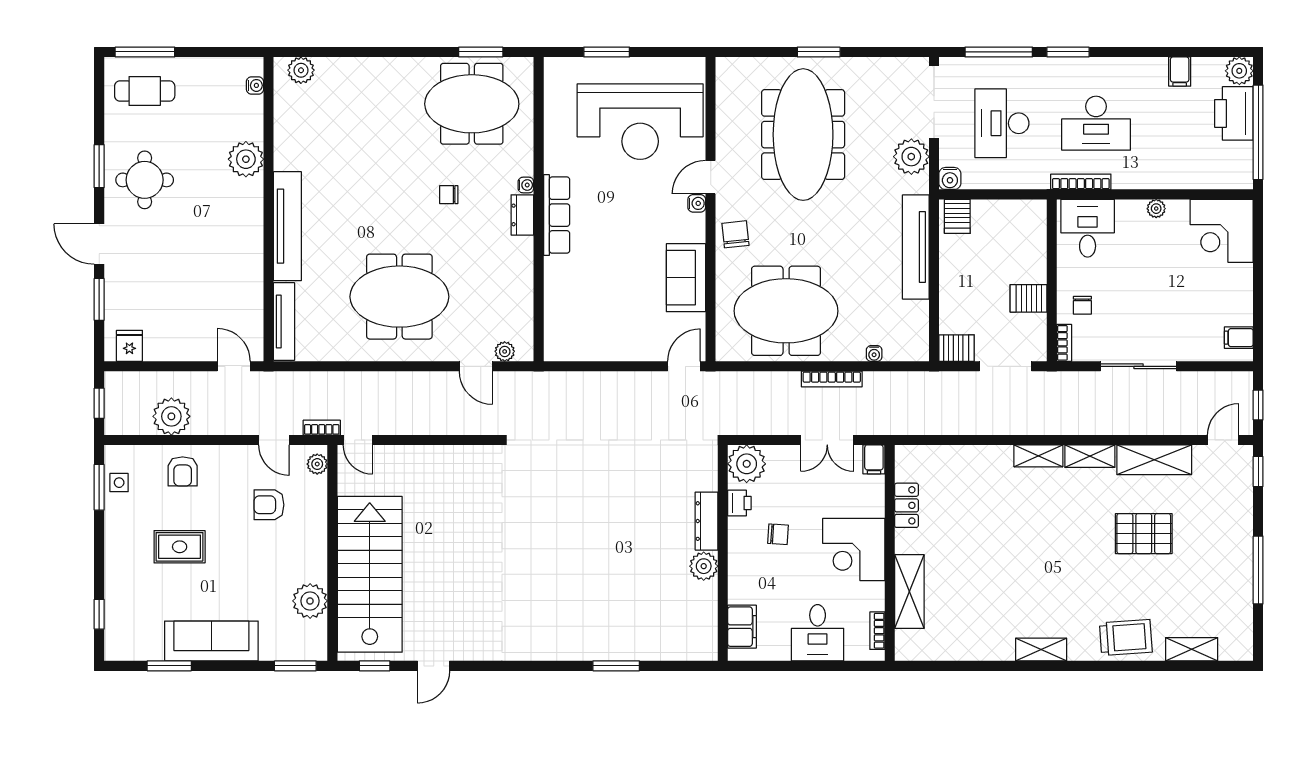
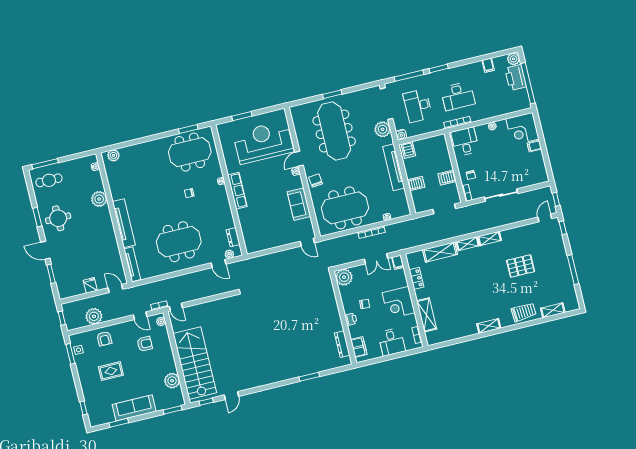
reception desk: (640, 122) -> (263, 142), turned 180
dresser: (522, 215) -> (233, 237), moved
filing cabinet: (1239, 338) -> (534, 146), moved
fridge: (129, 346) -> (90, 285), moved
server rack: (957, 348) -> (416, 184), moved
door: (684, 366) -> (307, 242), swing flipped
shelving: (1154, 460) -> (440, 252), moved
printer: (739, 503) -> (351, 319), moved
armchair: (269, 505) -> (145, 344), turned 180
dresser: (707, 521) -> (342, 344), moved
plant: (704, 566) -> (336, 325), removed

